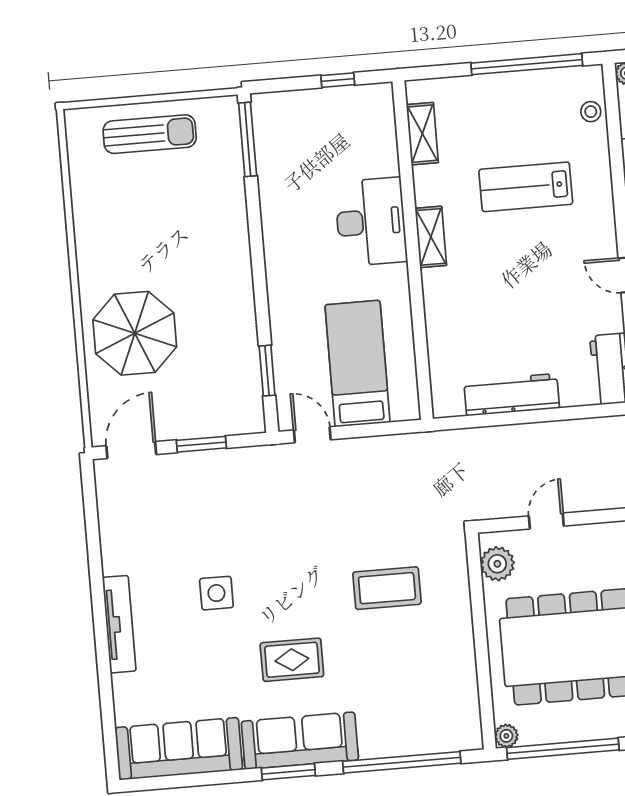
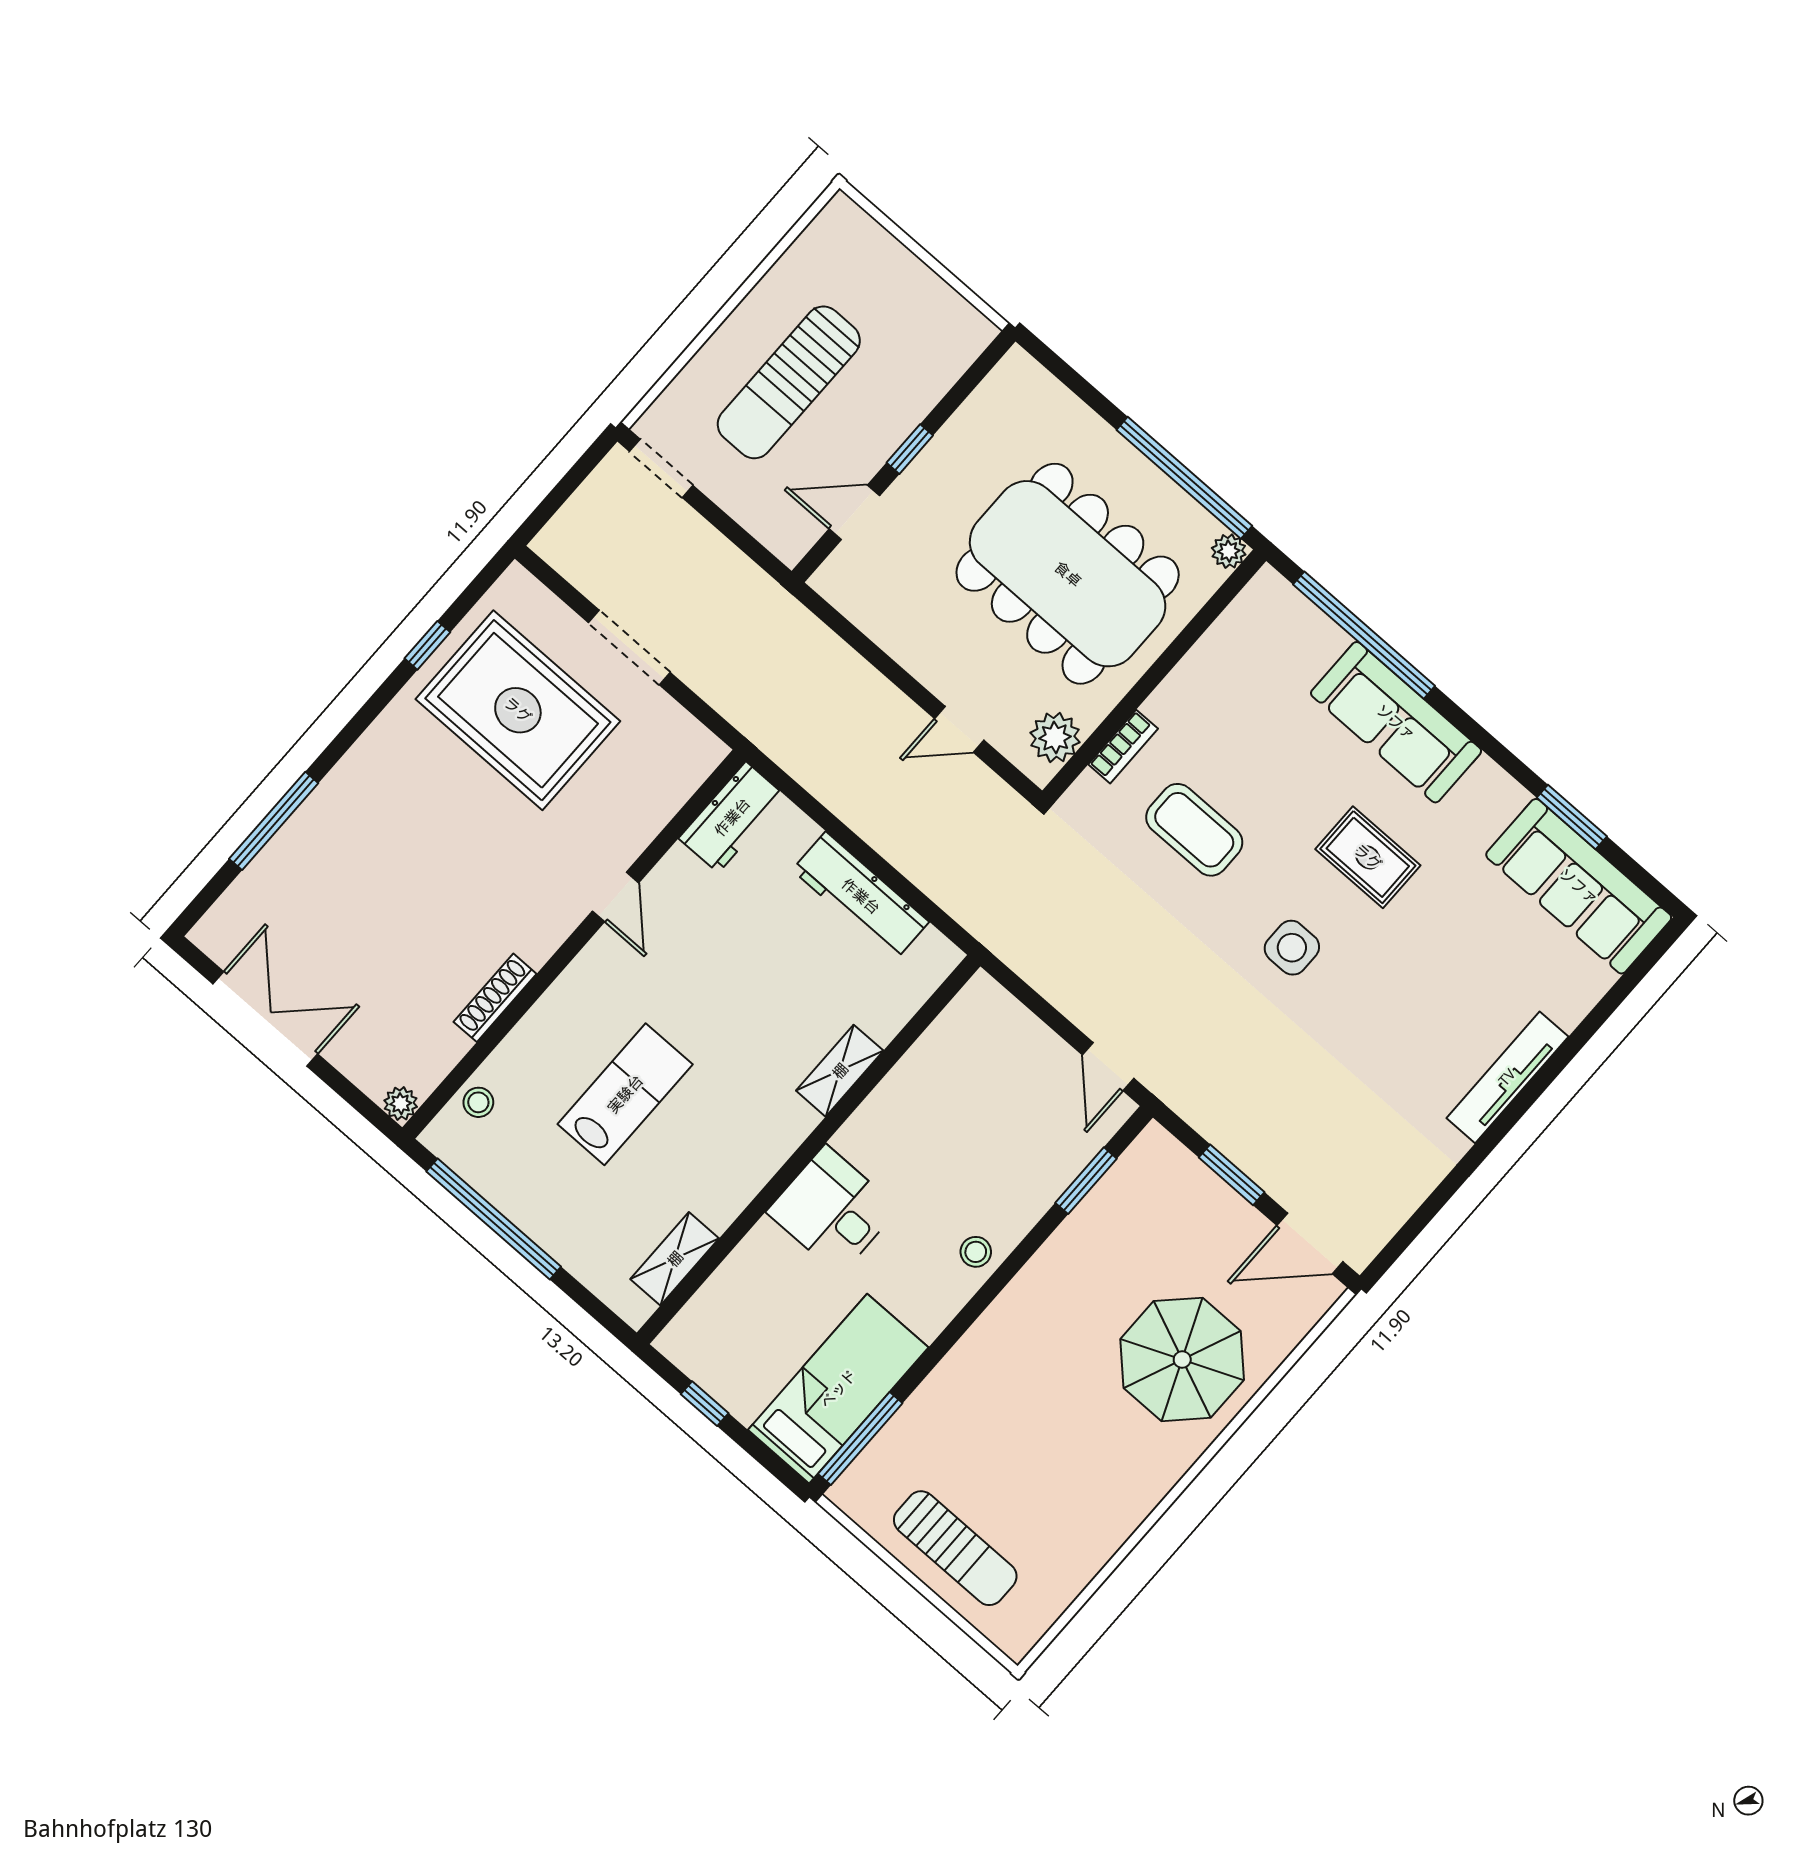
sun lounger: (150, 134) -> (955, 1548), turned 180
lab bench: (526, 187) -> (625, 1094), turned -90
desk: (371, 222) -> (833, 1210), width x0.73
shelving: (431, 237) -> (840, 1071), moved
stool: (284, 283) -> (976, 1252), added
bed: (358, 364) -> (838, 1389), moved, turned 180
side table: (216, 593) -> (1292, 948), moved
bookcase: (461, 593) -> (1123, 747), added
sofa: (300, 741) -> (1396, 722), moved
window: (288, 772) -> (1572, 817), moved

